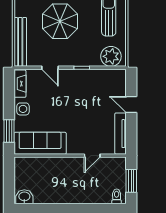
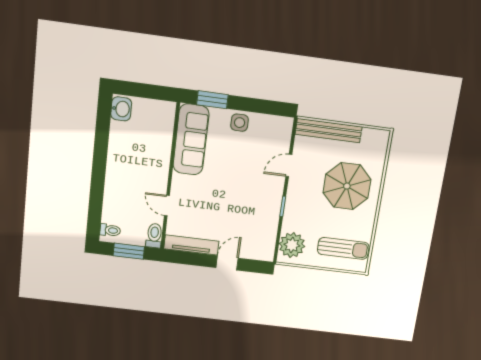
fireplace: (20, 84) -> (274, 123), removed
toilet: (117, 163) -> (154, 236), added

